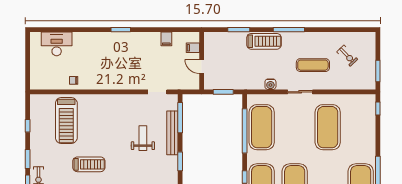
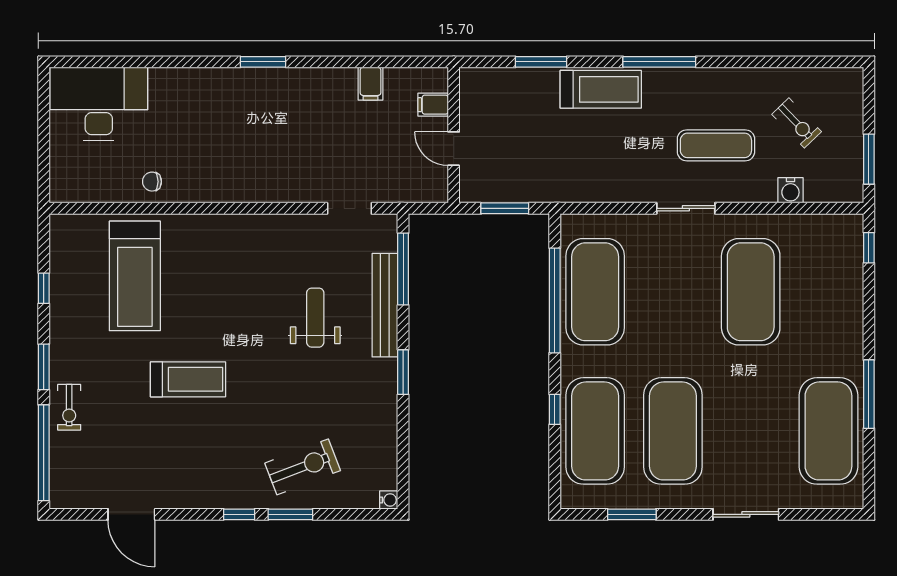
desk: (57, 44) -> (99, 104), width x1.36, depth x1.30
water cooler: (270, 84) -> (790, 190), moved

